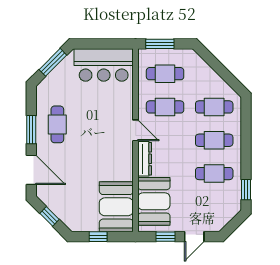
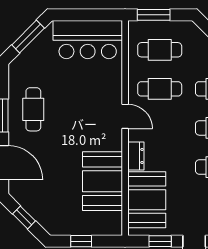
dresser: (145, 159) -> (136, 156), width x0.70
booth: (116, 207) -> (102, 181), moved

